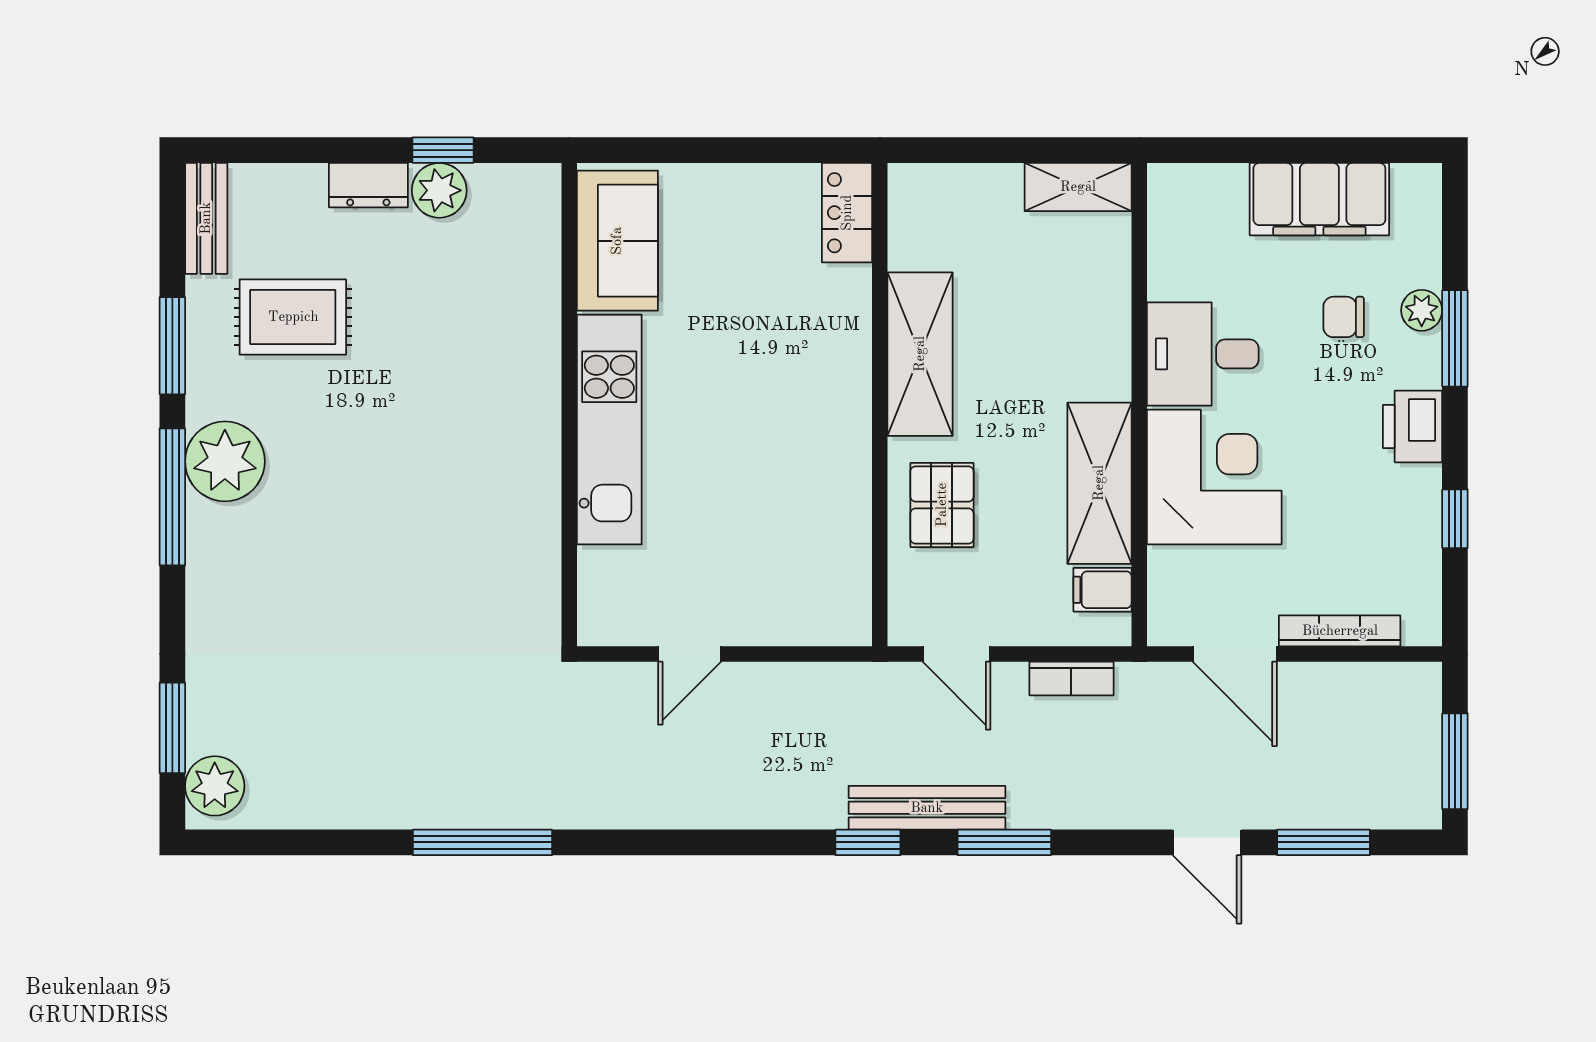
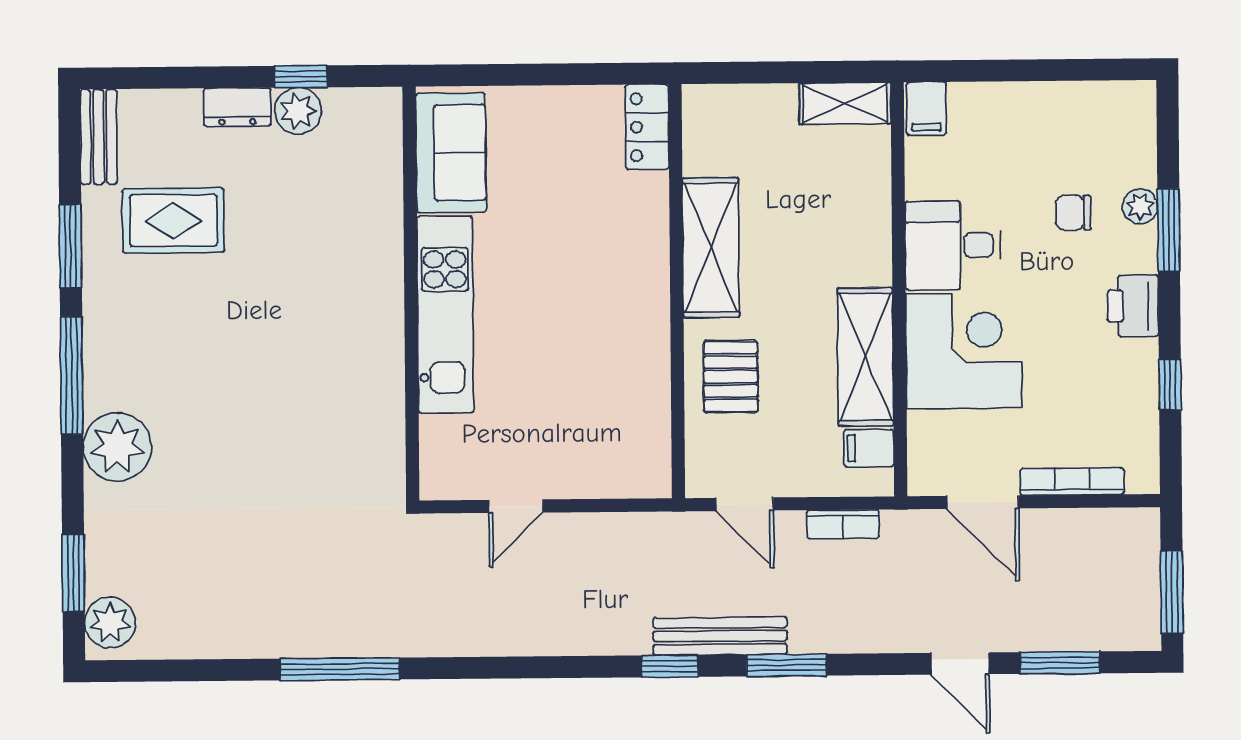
filing cabinet: (1319, 199) -> (926, 109), moved, width x0.33, depth x0.86
plant: (225, 461) -> (117, 447), moved

